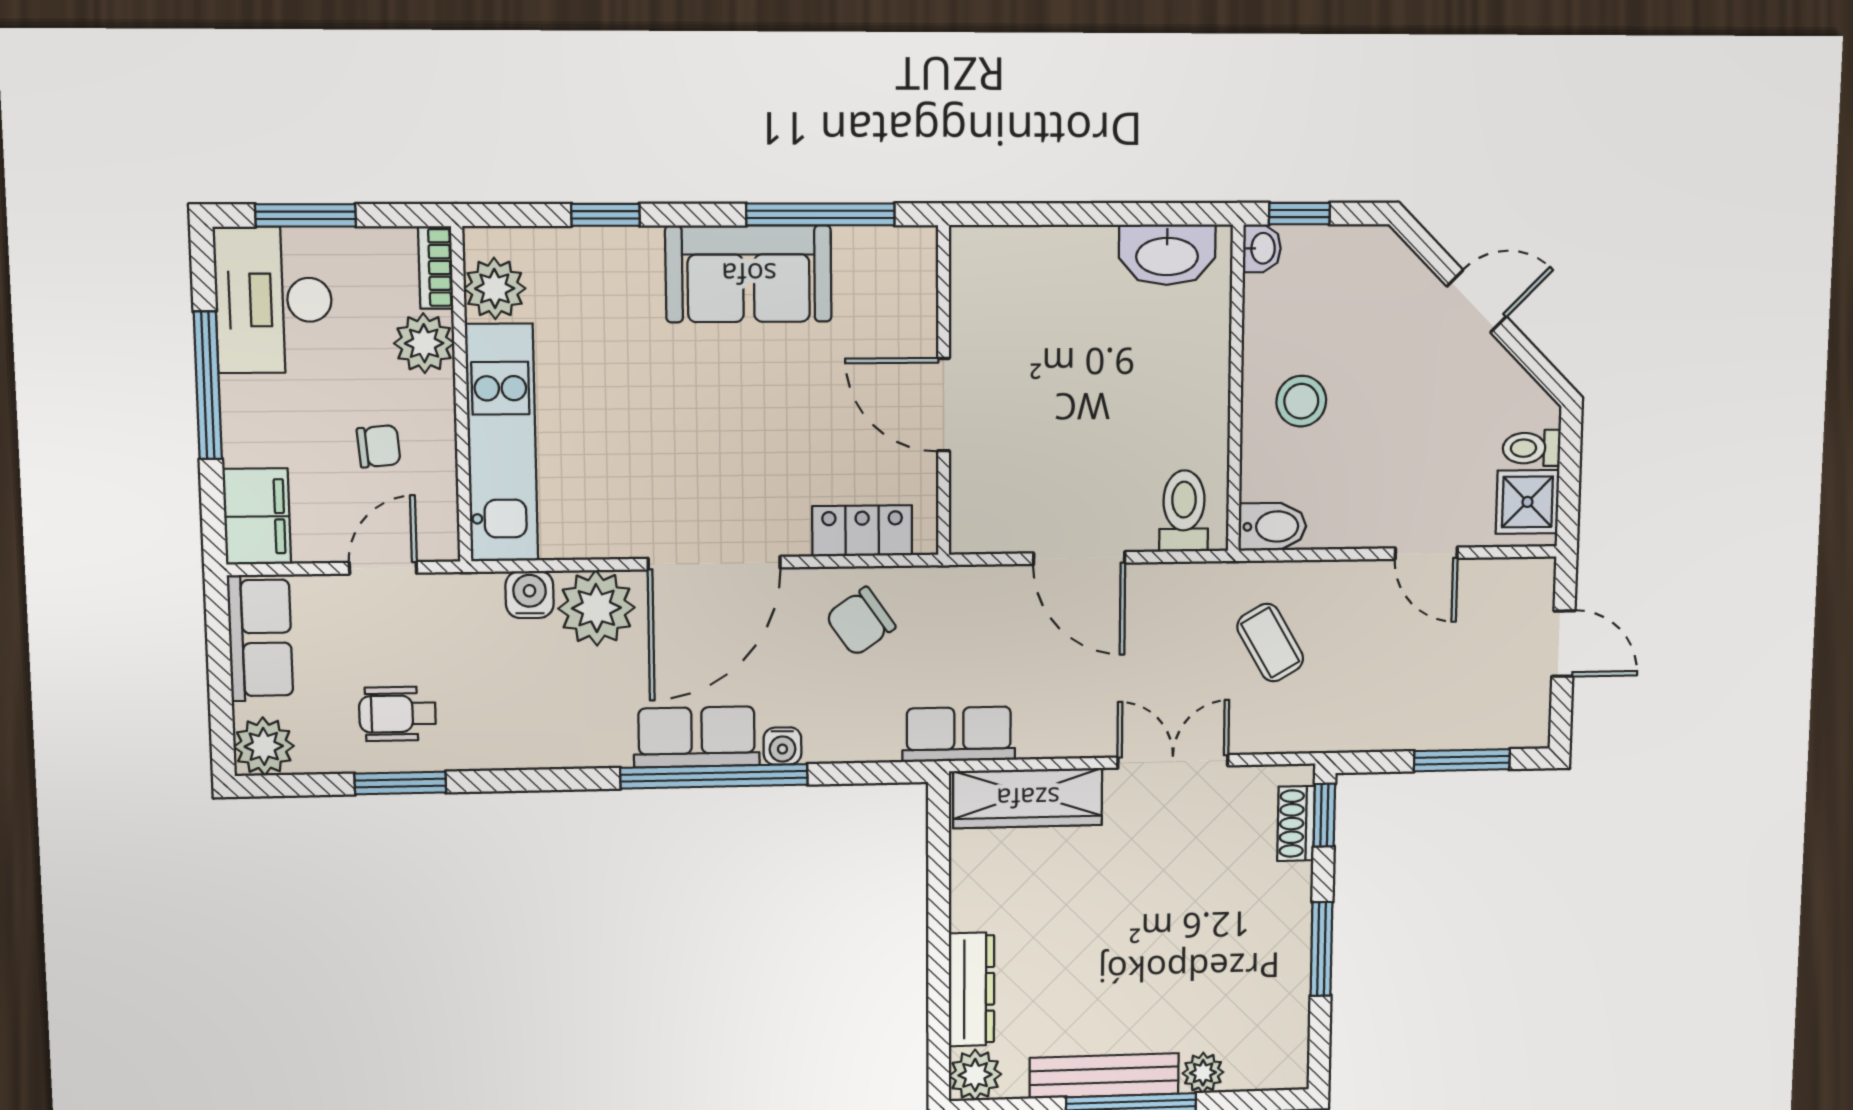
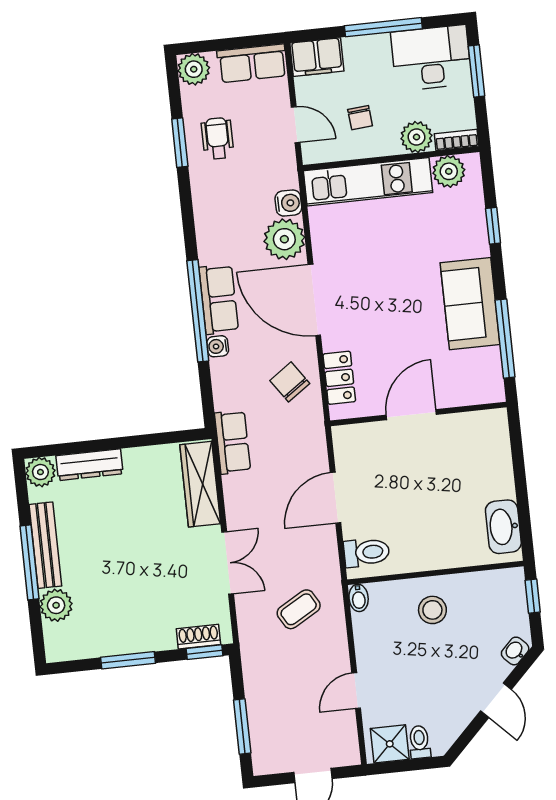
washbasin: (1262, 248) -> (515, 651), moved, turned 135
bidet: (1272, 527) -> (359, 598), width x0.72, depth x0.74
plant: (1203, 1073) -> (56, 605), width x1.38, depth x1.38

